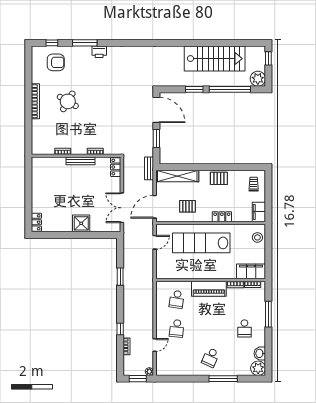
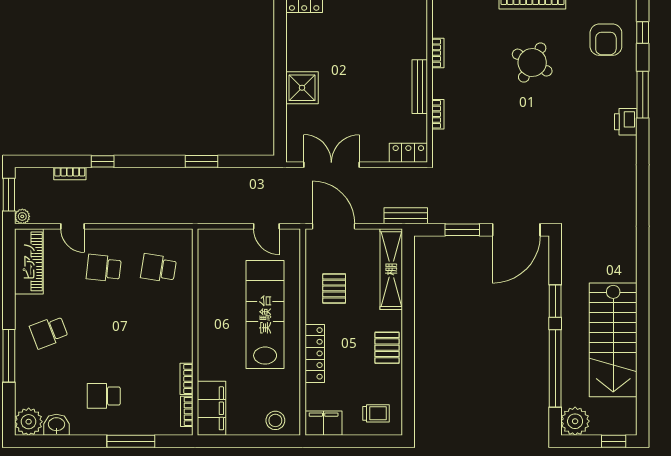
locker: (222, 217) -> (315, 353), width x1.53
piano: (209, 289) -> (29, 261), moved, turned 180
school desk: (211, 357) -> (49, 332), turned -45

